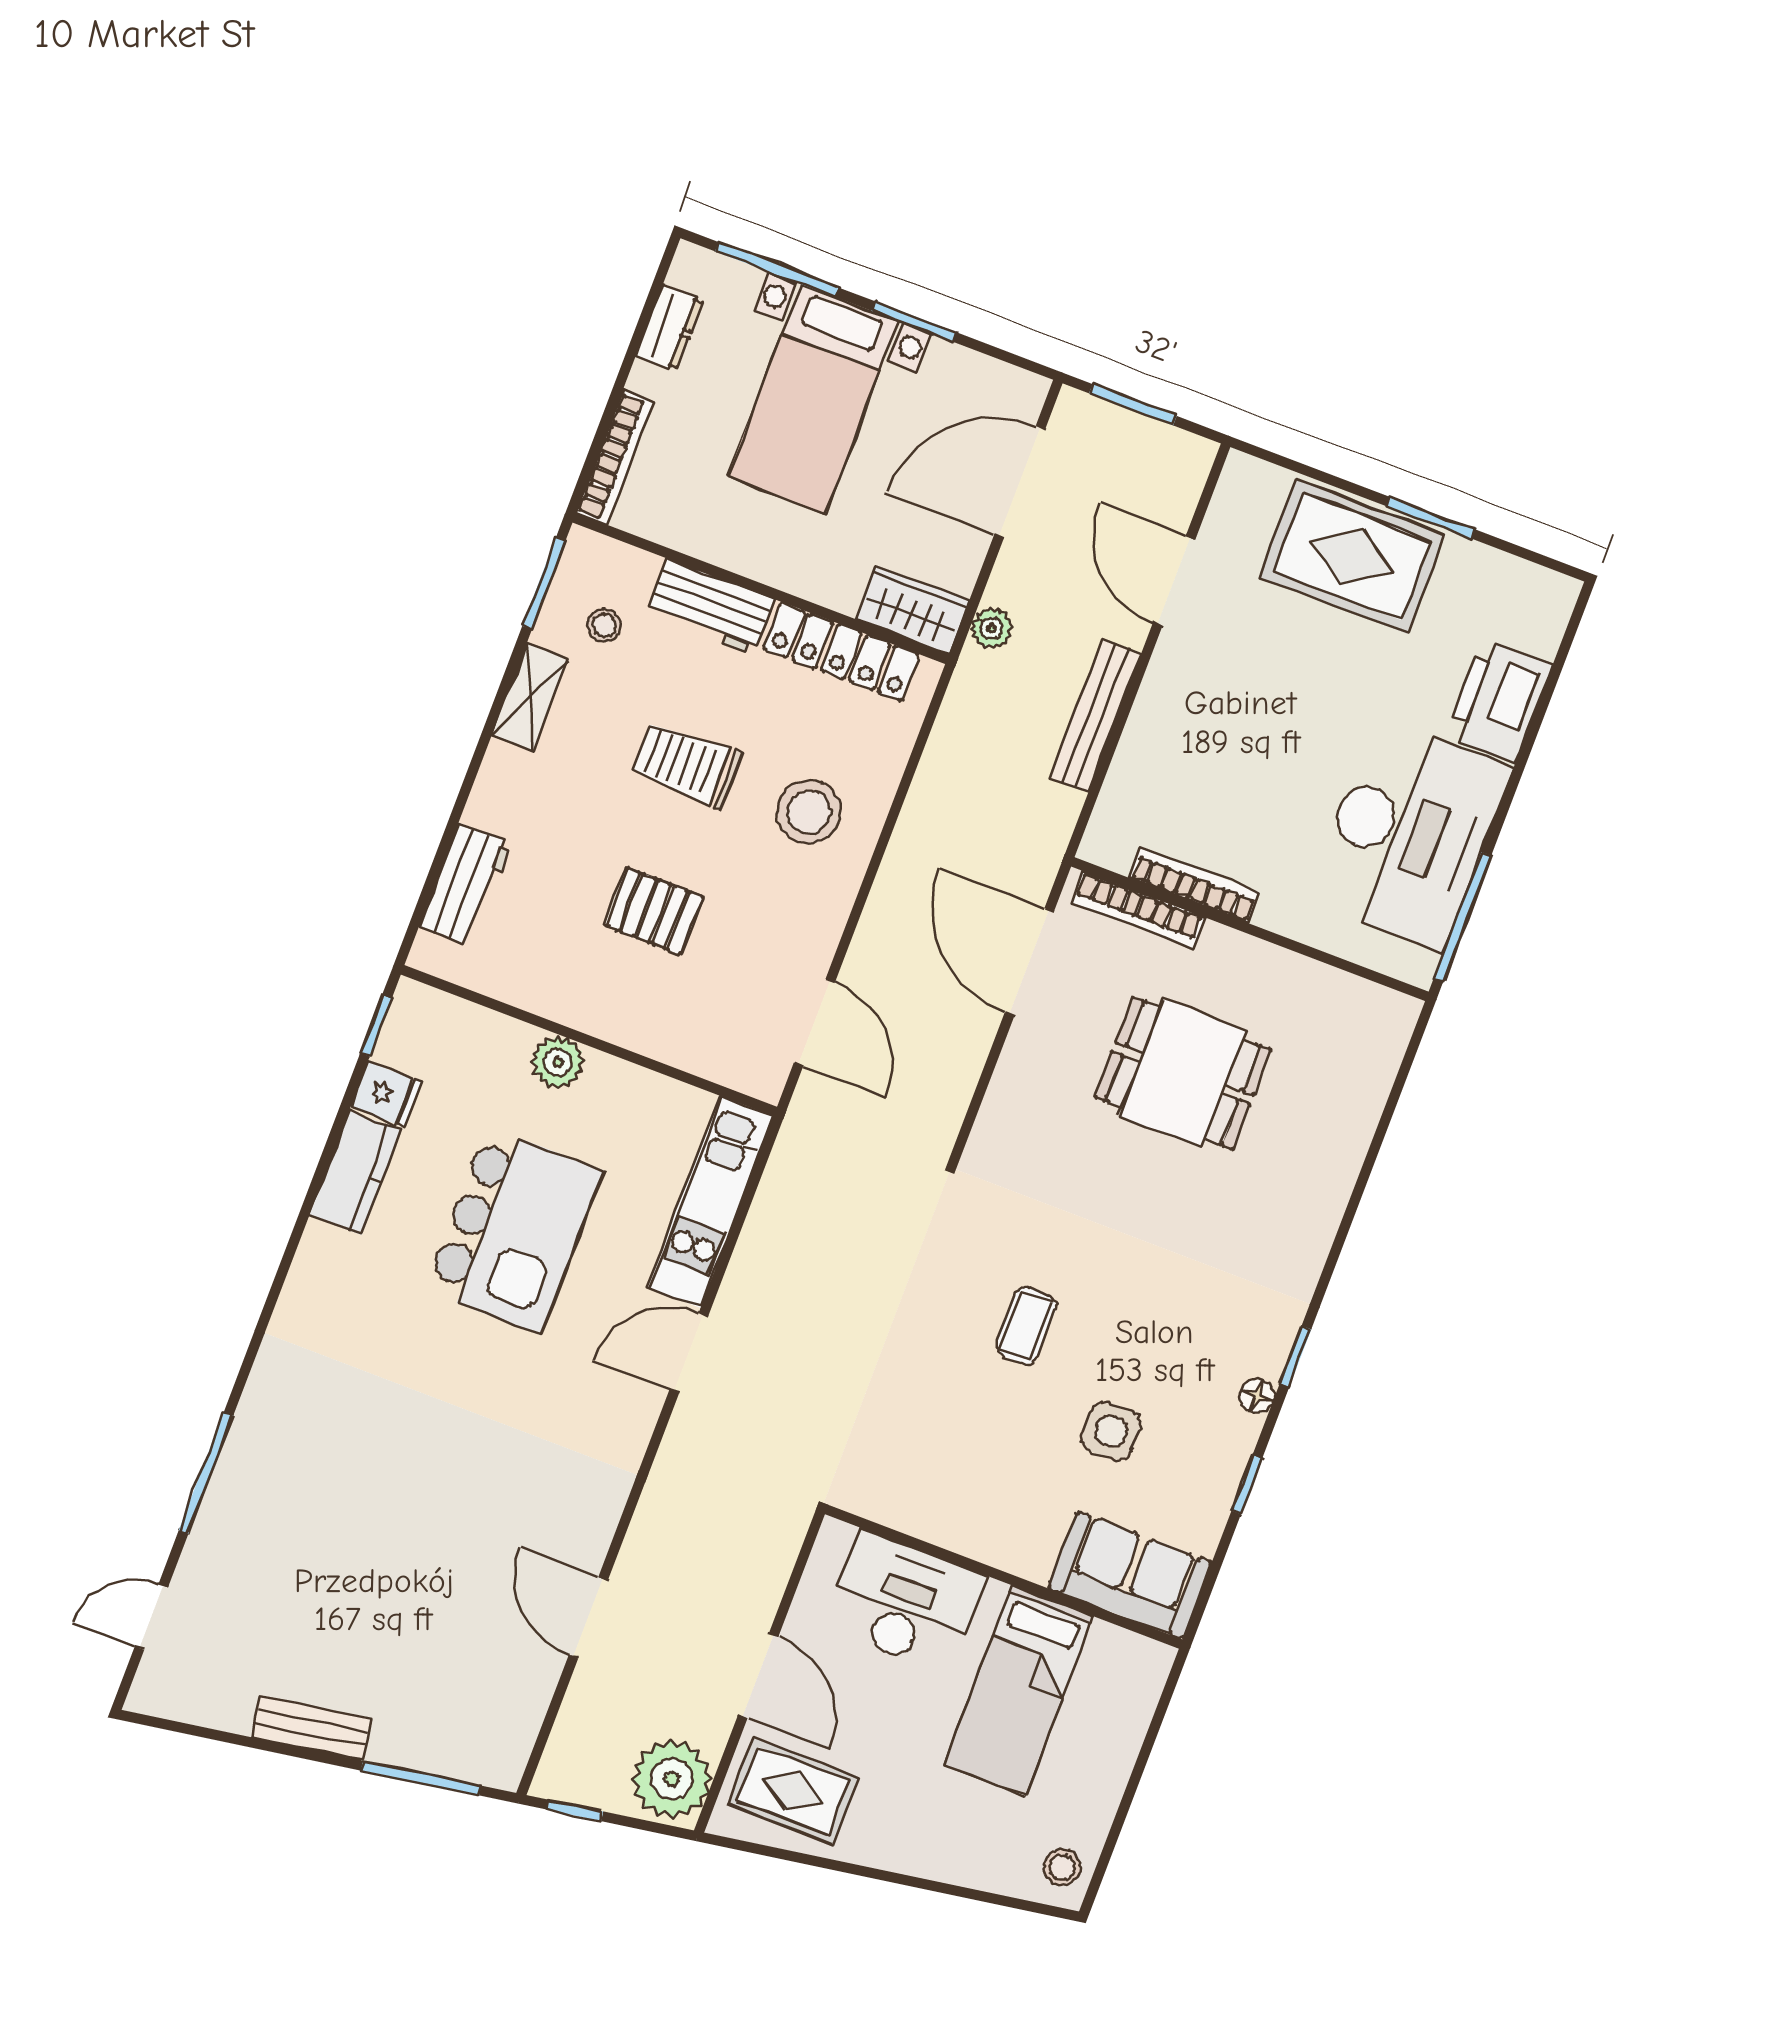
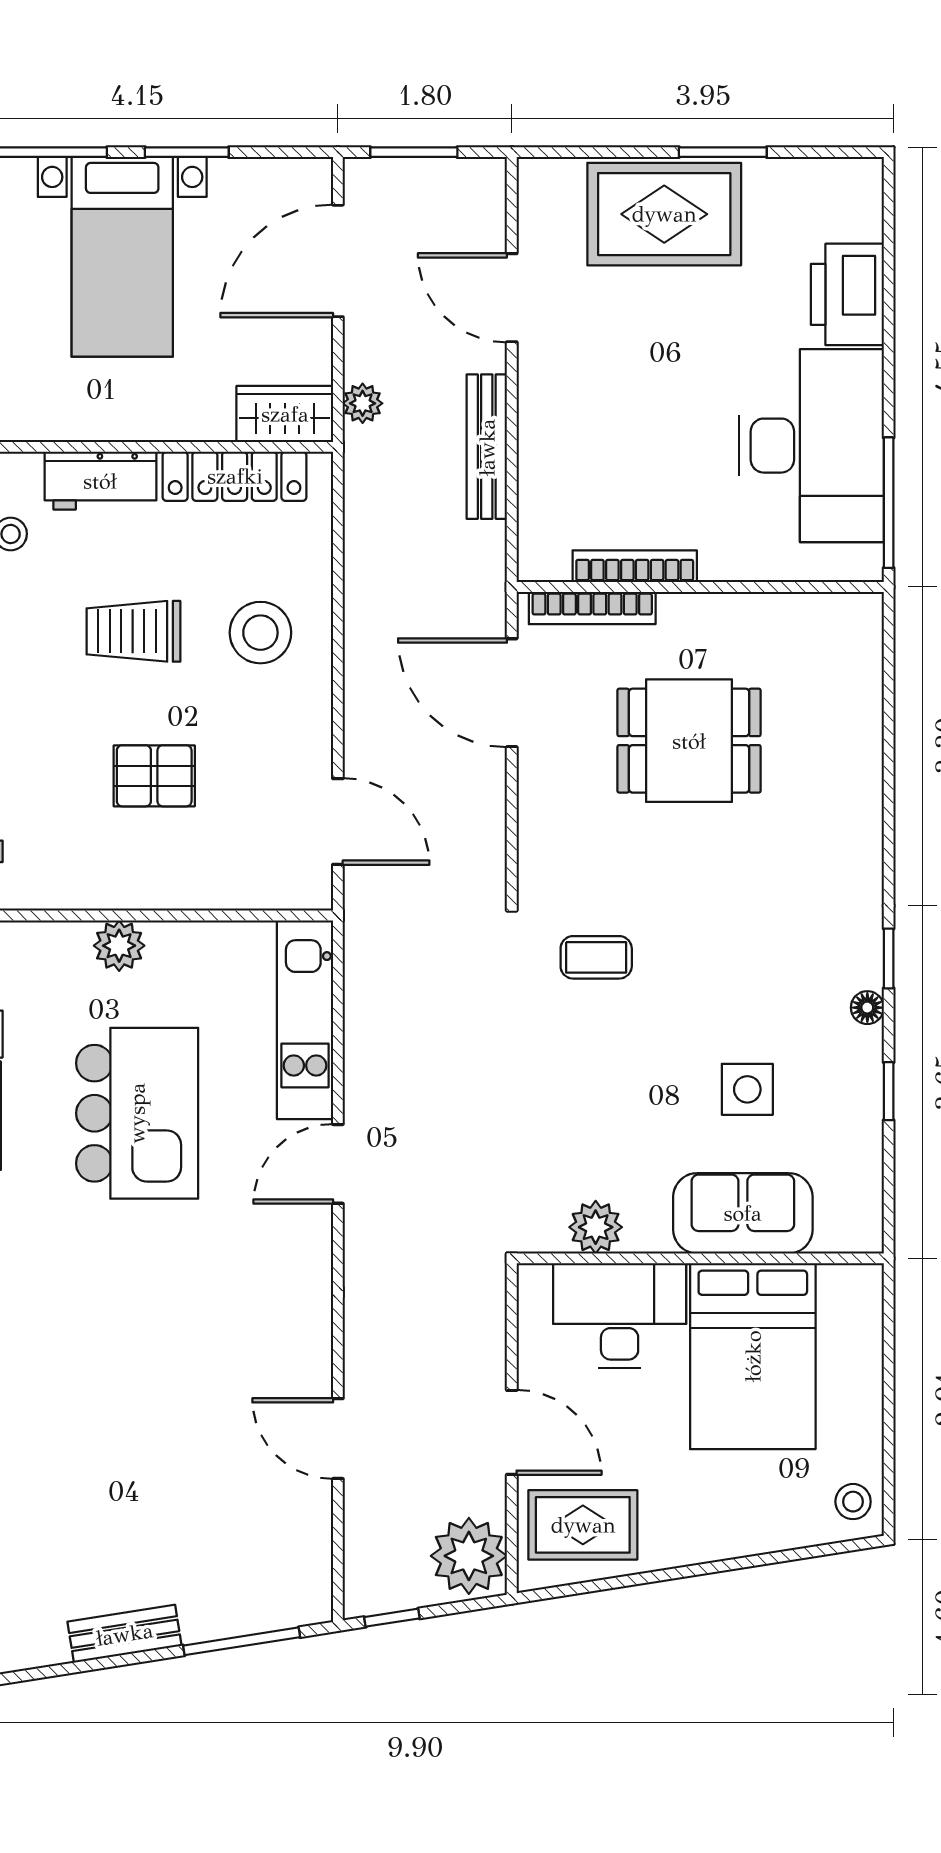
coffee table: (1026, 1326) -> (596, 957), moved, turned 90
plant: (914, 1508) -> (596, 1227), added
sofa: (1130, 1575) -> (743, 1213), moved
bed: (1019, 1690) -> (753, 1356), width x1.50

